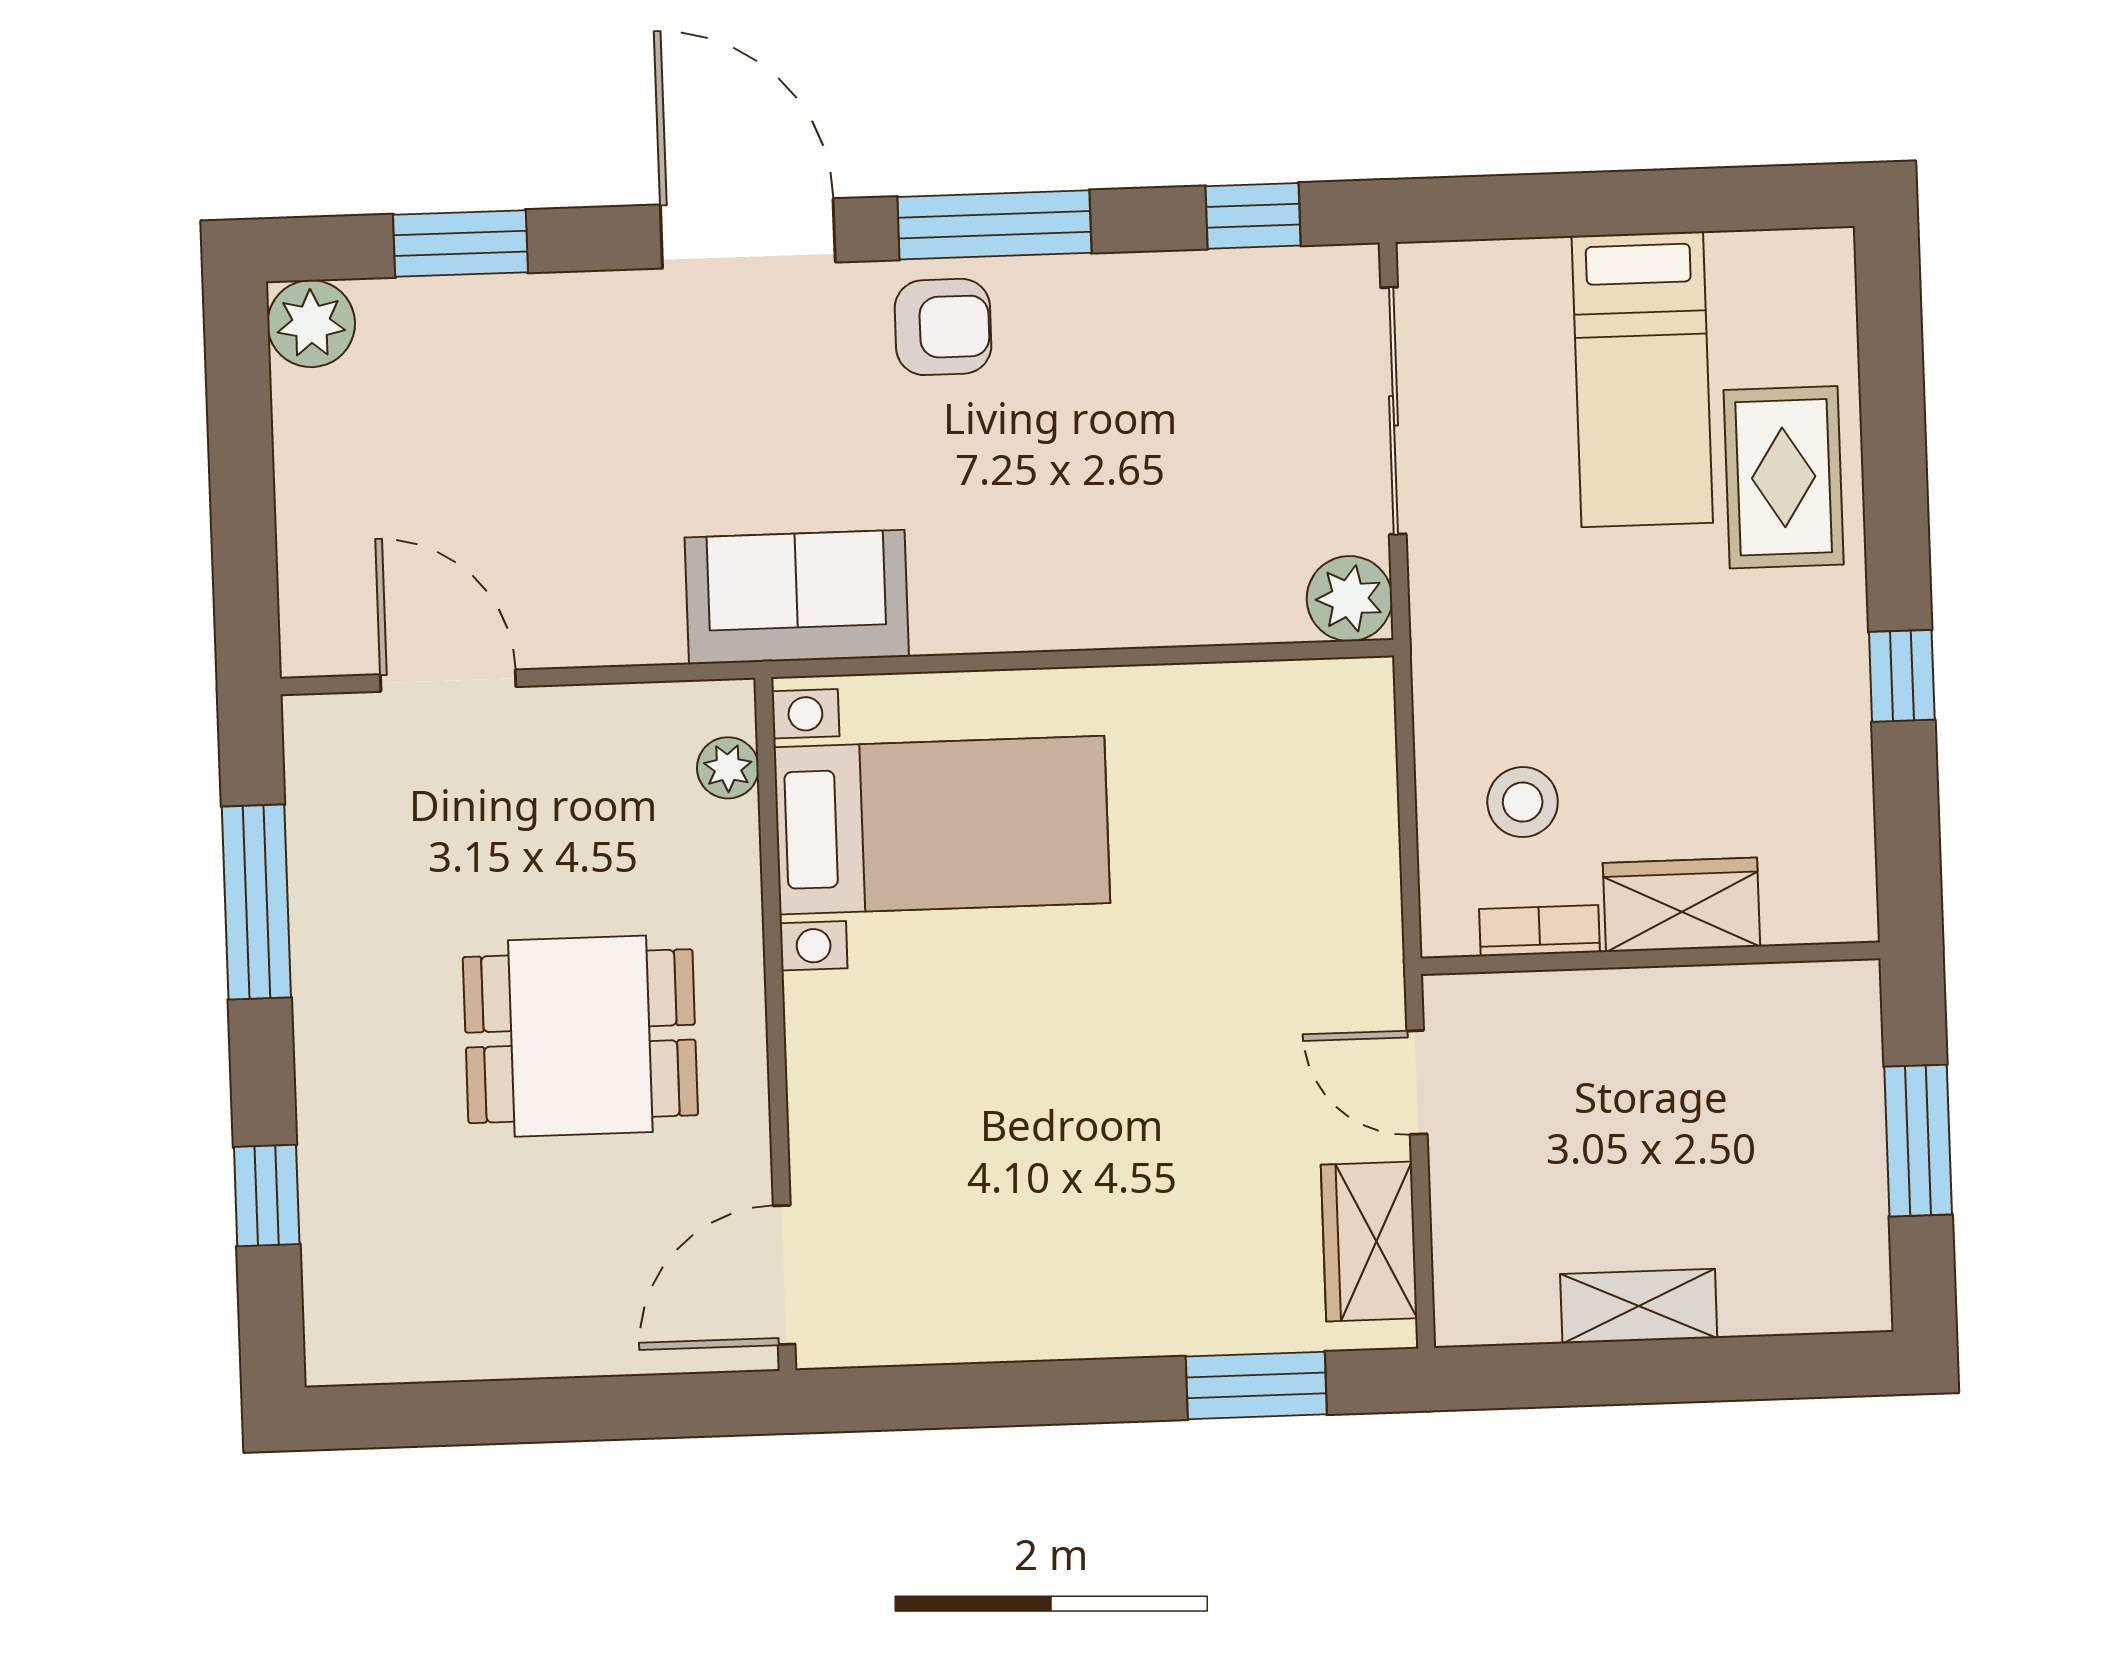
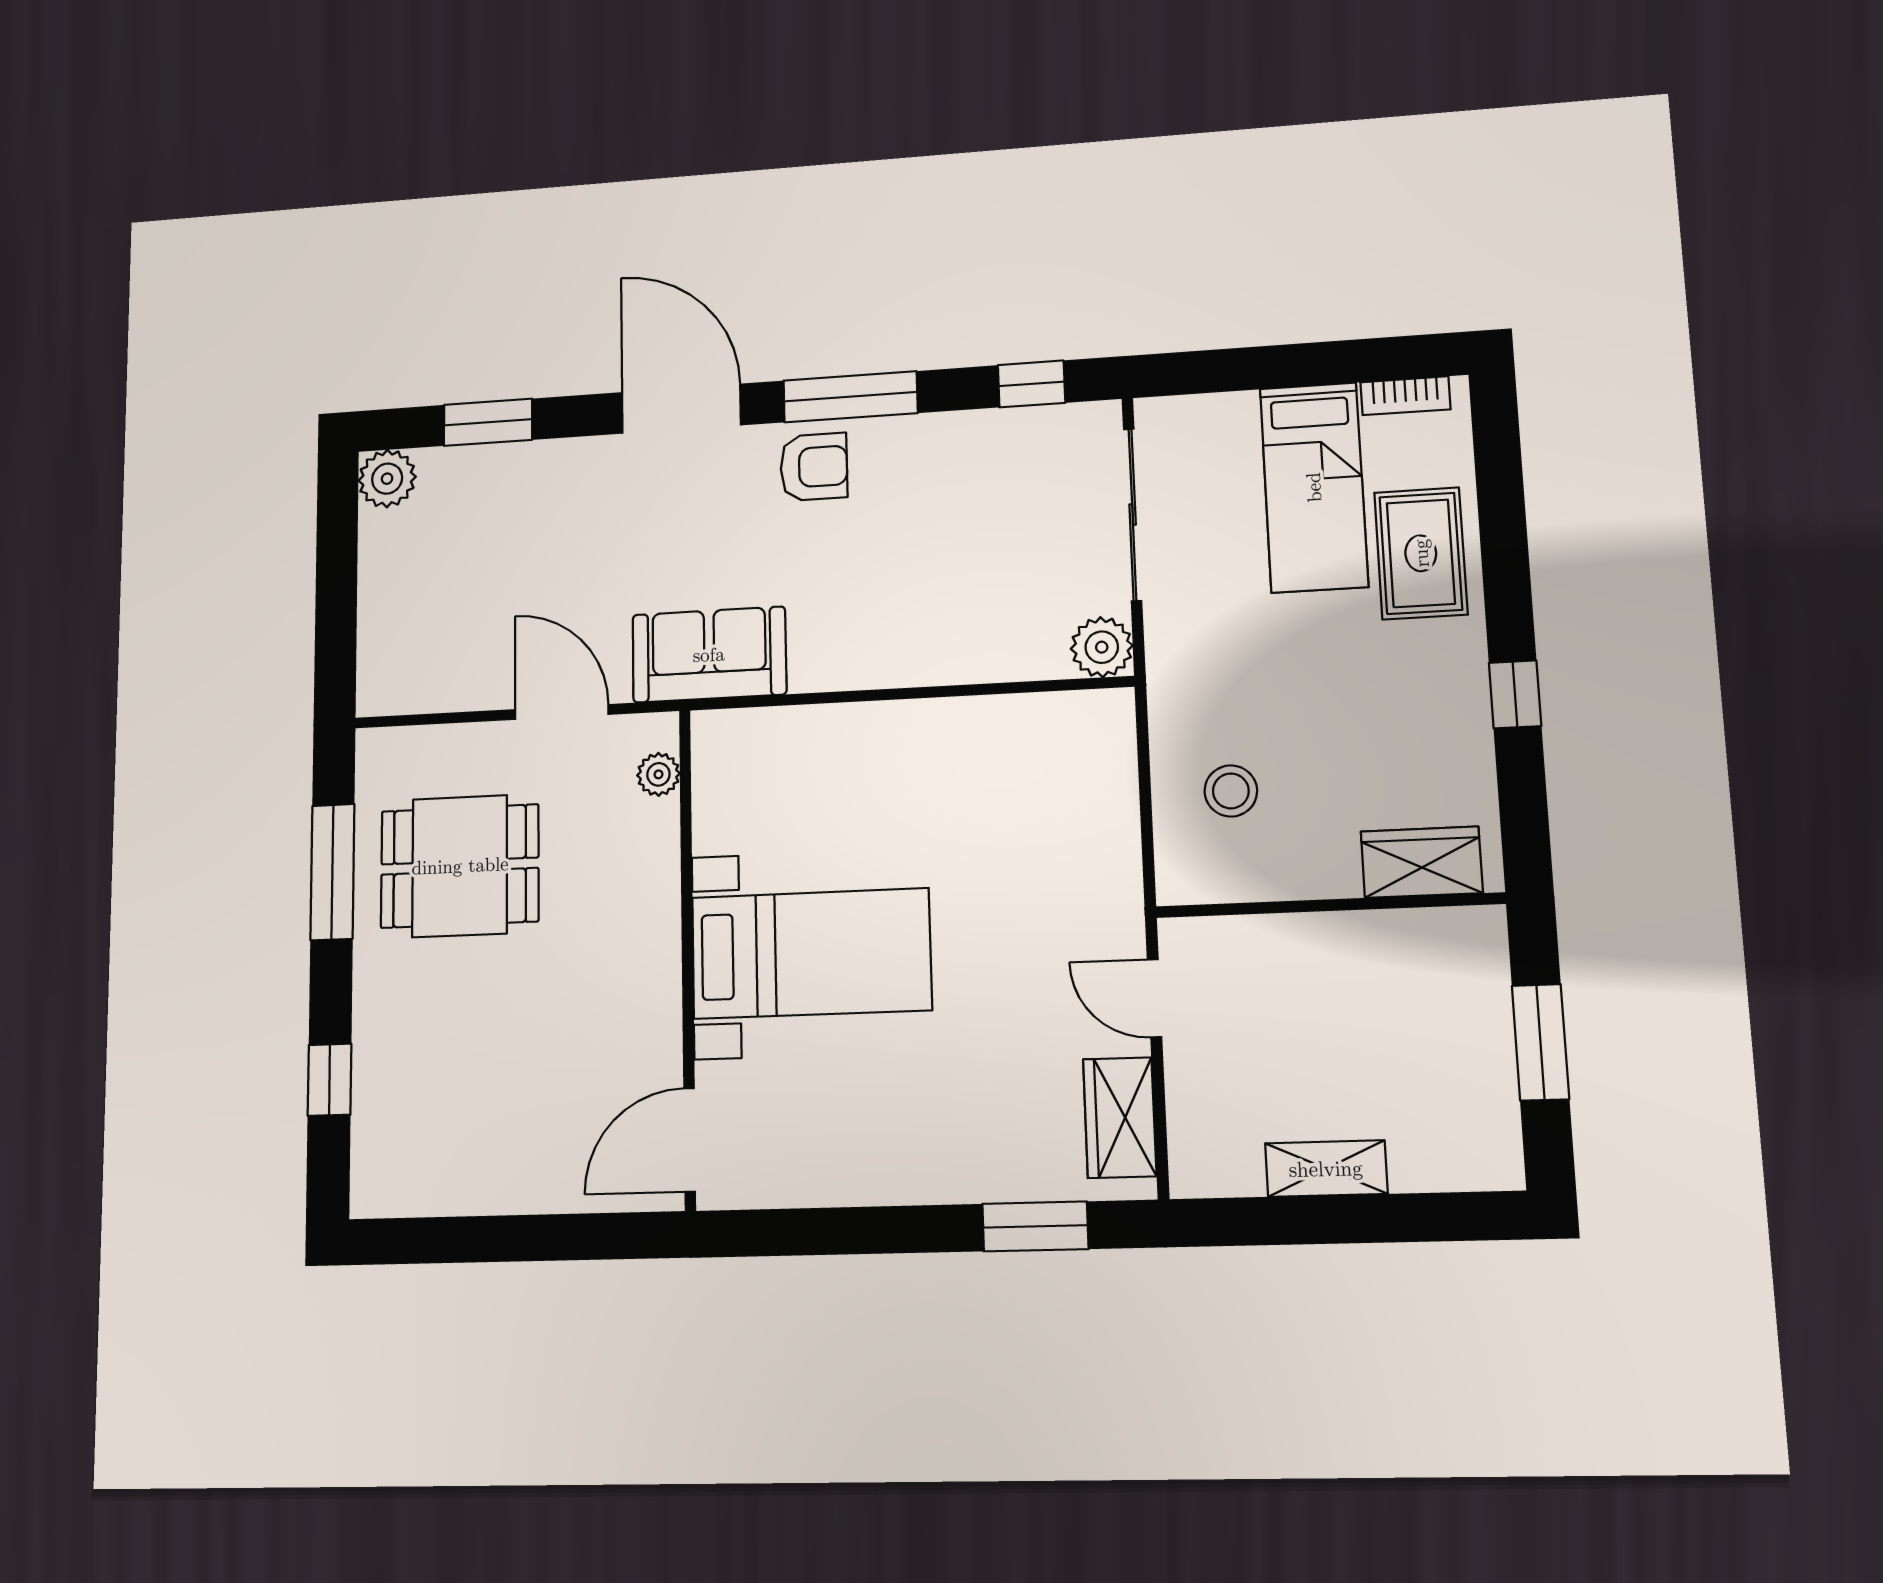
door: (448, 681) -> (562, 712), moved
bed with nightstands: (942, 825) -> (811, 954), moved
wardrobe: (1682, 905) -> (1422, 862), moved
bookcase: (1540, 931) -> (1405, 396), moved, turned 180
dining table: (580, 1036) -> (460, 866), moved

